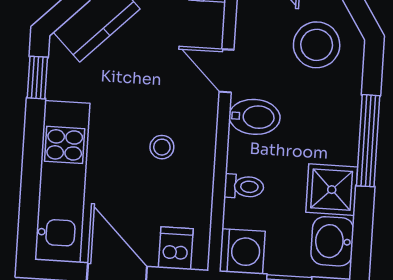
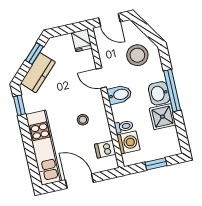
washbasin: (332, 241) -> (159, 93), moved
dishwasher: (176, 248) -> (105, 149), moved, turned -90
washing machine: (242, 251) -> (128, 142), moved

